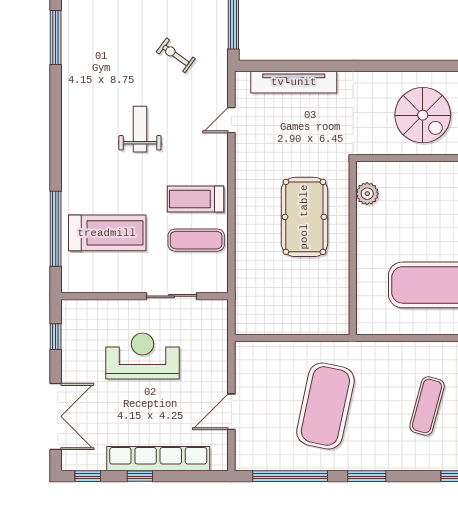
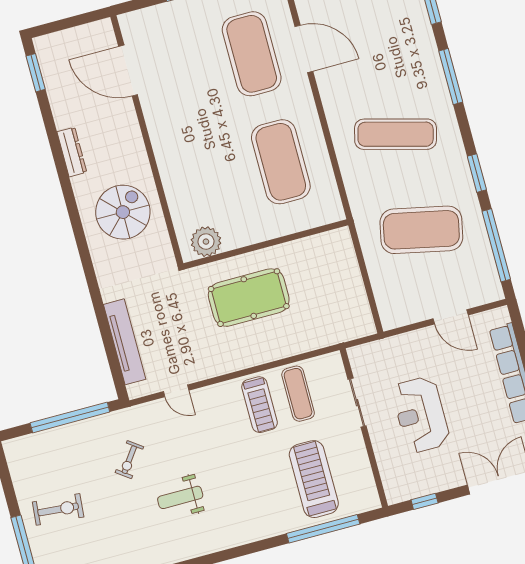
weight bench: (140, 129) -> (180, 497), moved
plant: (367, 194) -> (206, 242), width x1.36, depth x1.36
exercise mat: (427, 406) -> (396, 134), width x1.36, depth x1.45

